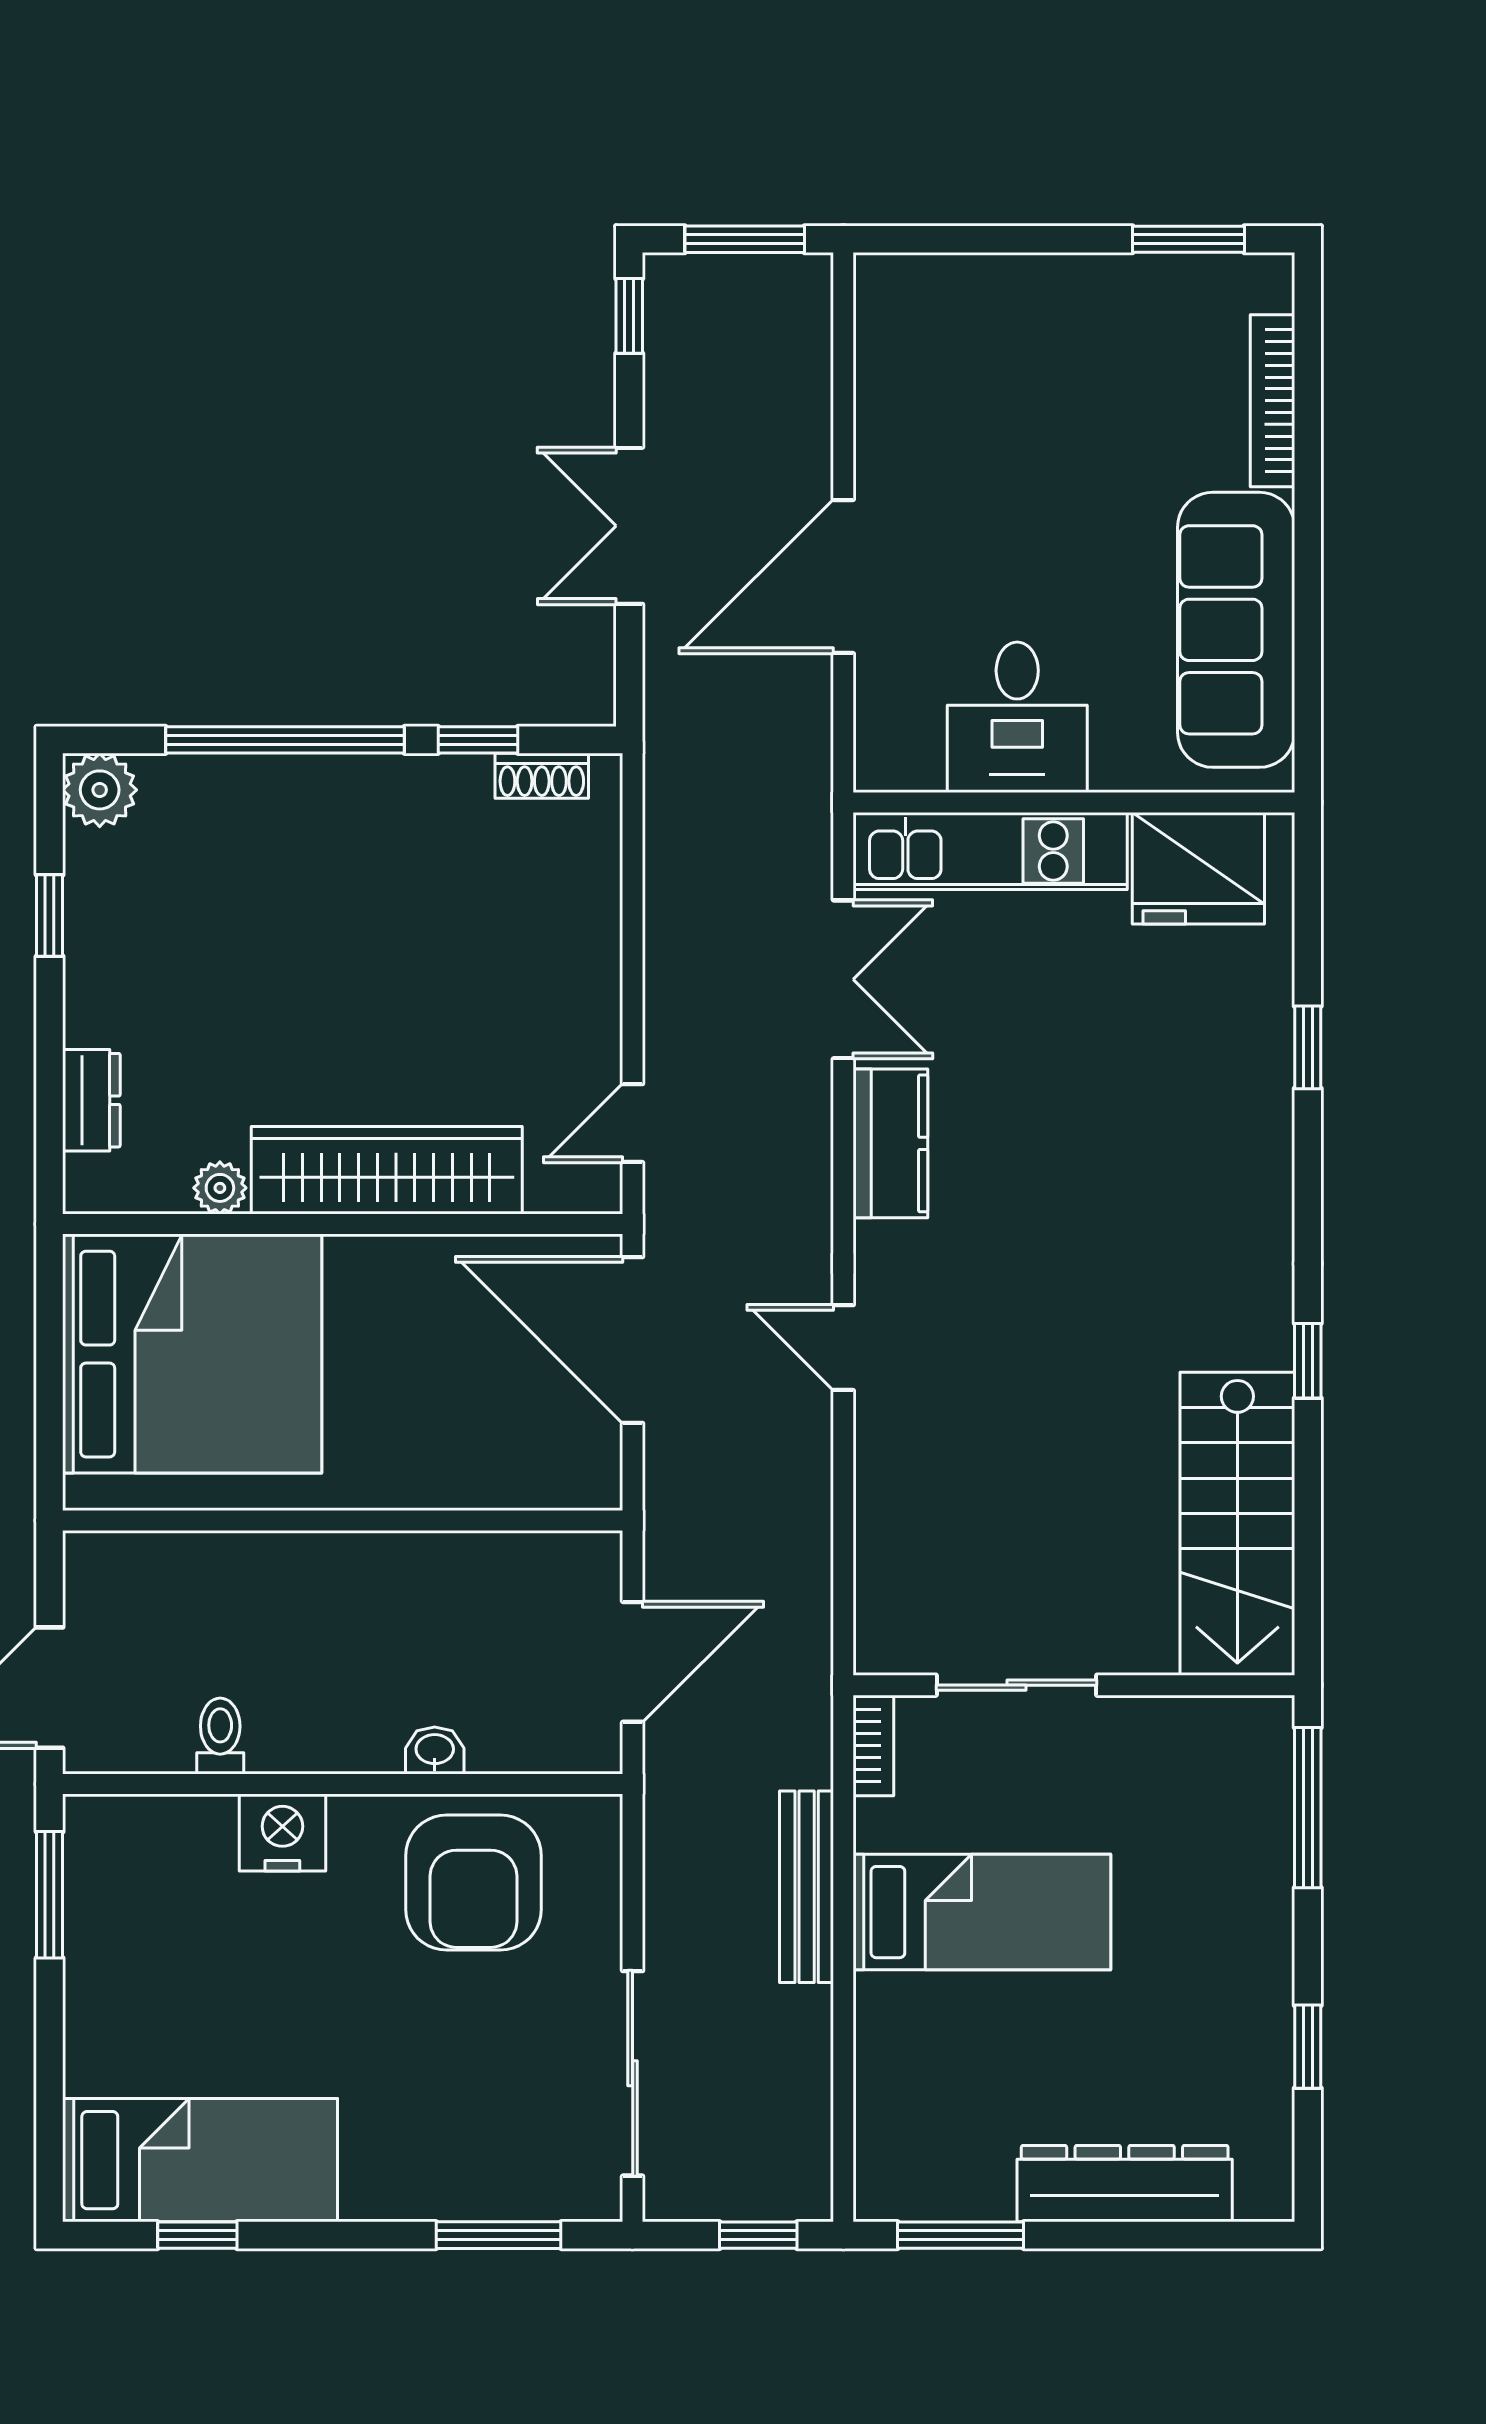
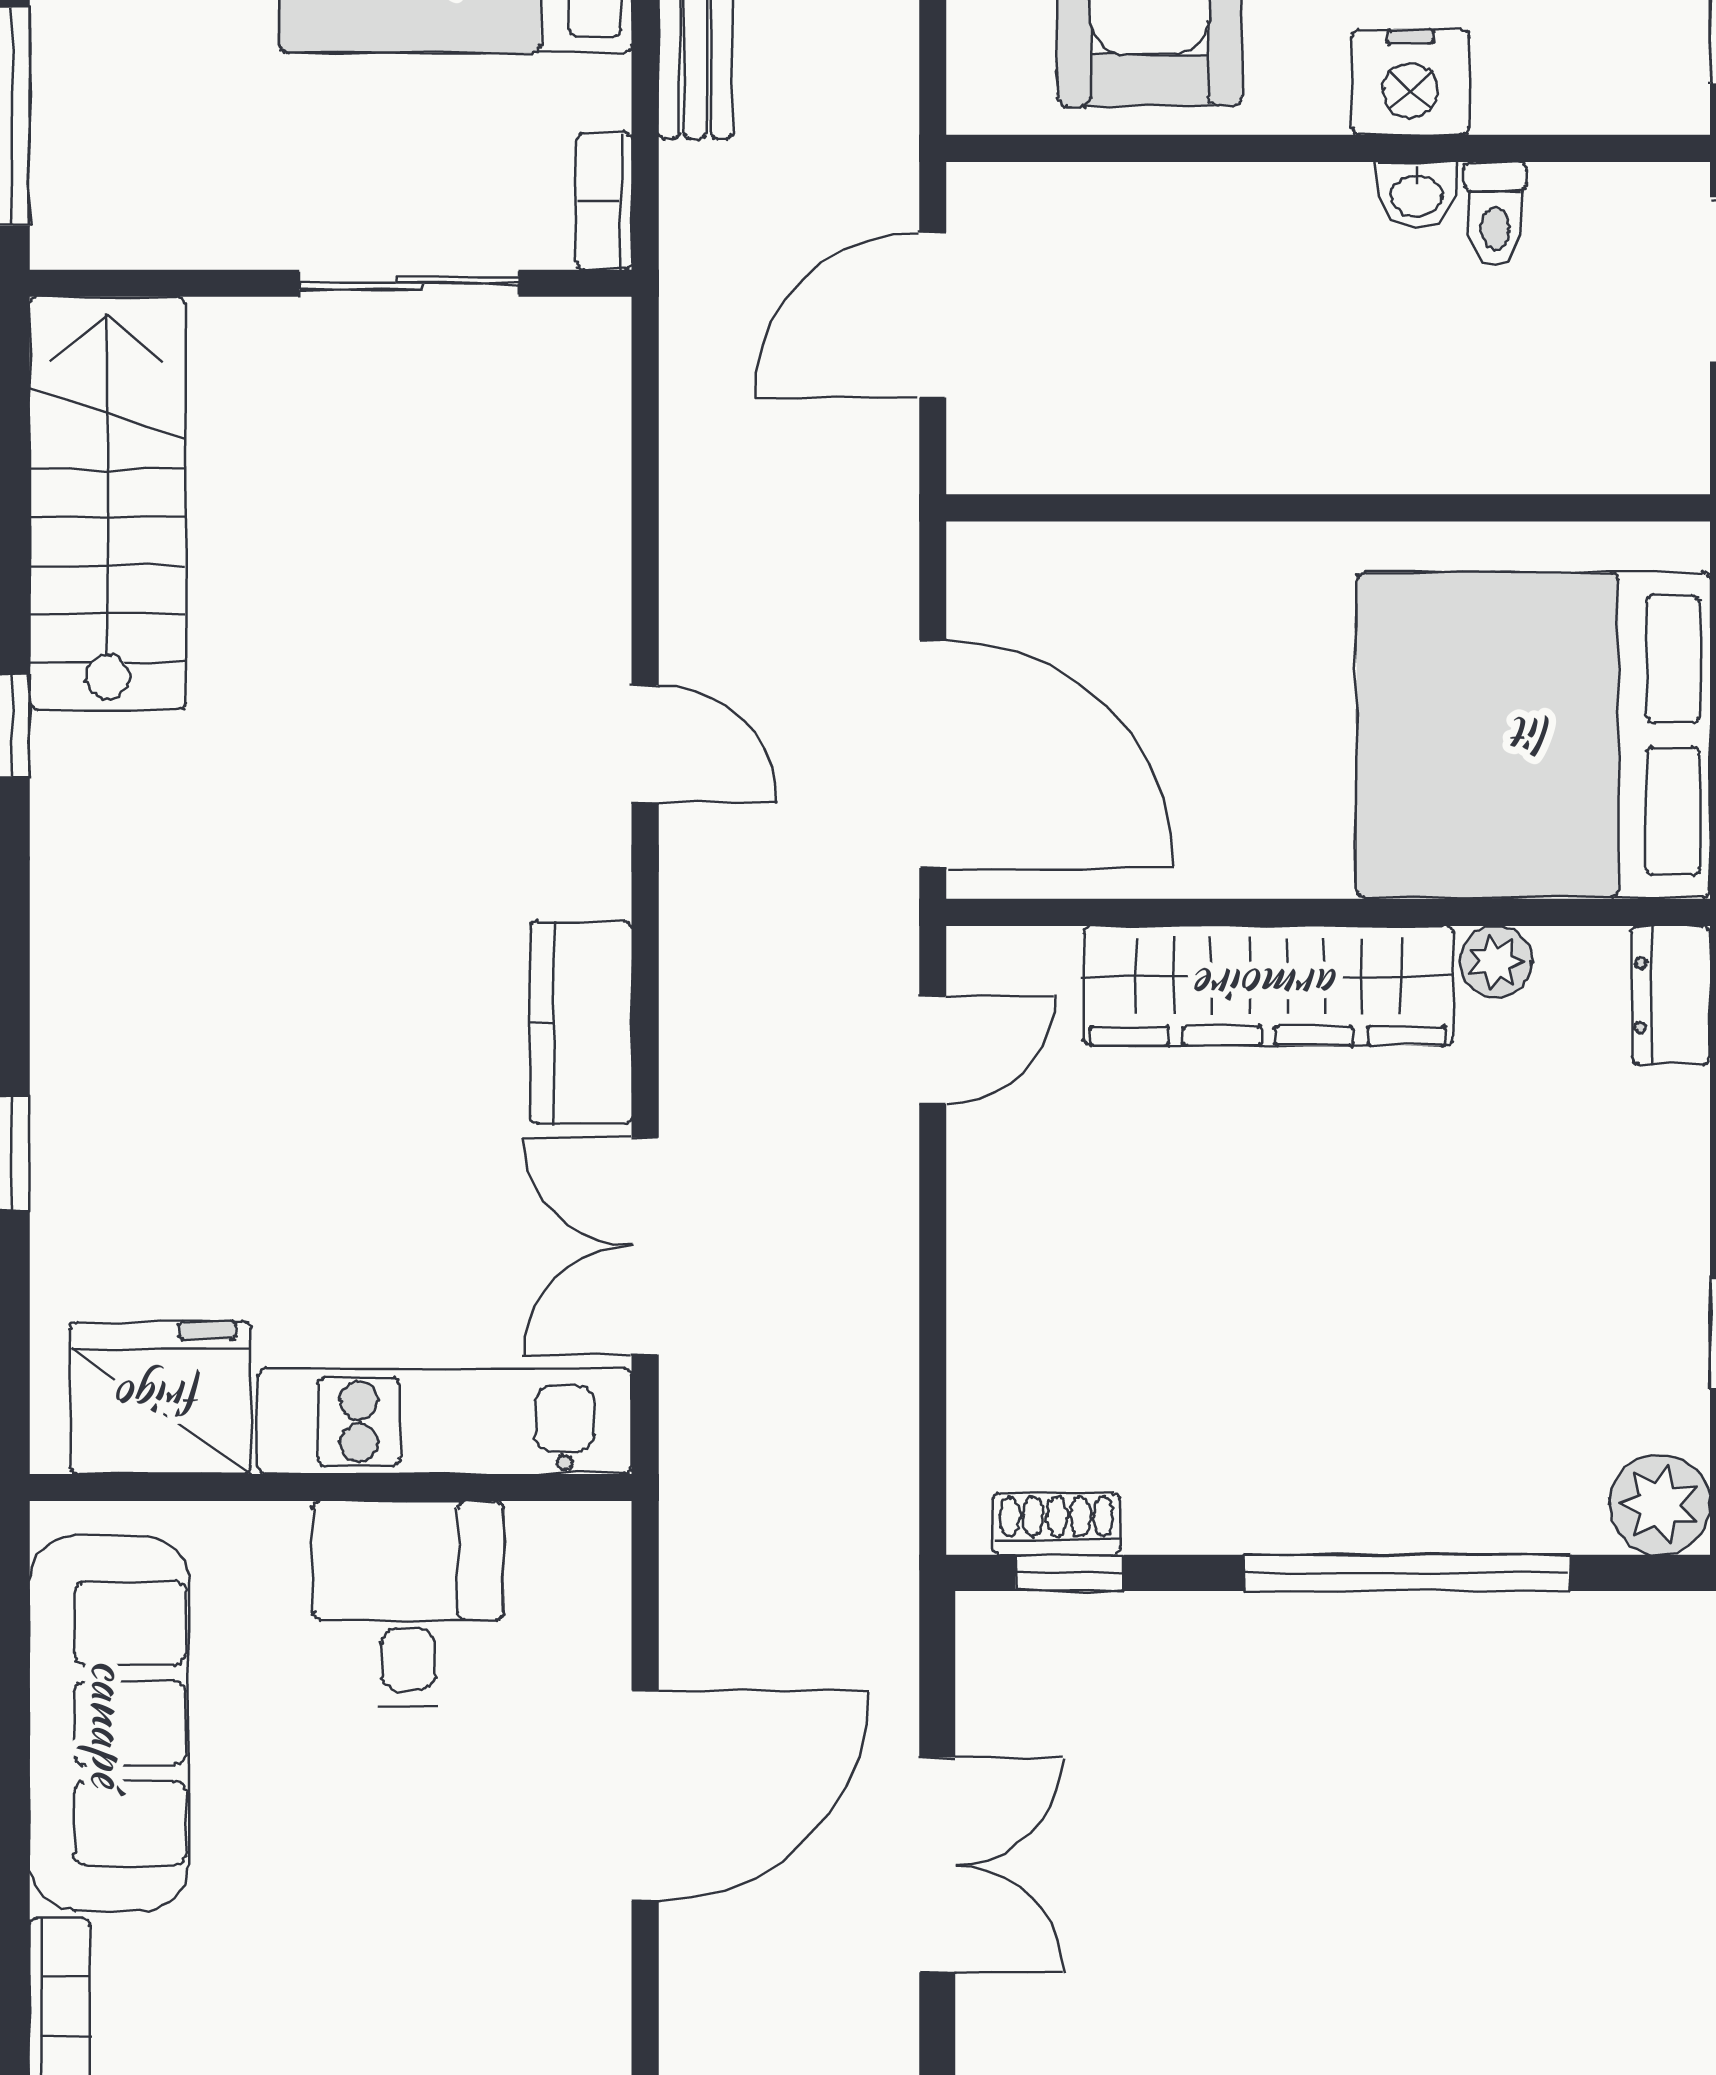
window: (478, 740) -> (1070, 1573), moved
dresser: (91, 1100) -> (1671, 995), moved
washbasin: (435, 1751) -> (1417, 194), moved

